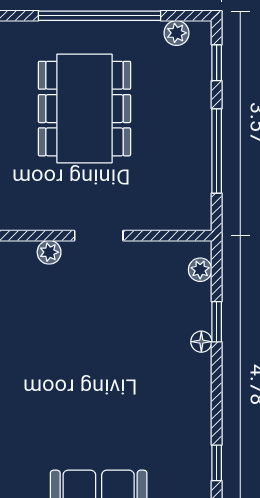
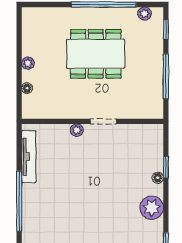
dining table: (84, 109) -> (96, 54), turned 90
plant: (200, 270) -> (152, 208), moved, width x1.88, depth x1.88

